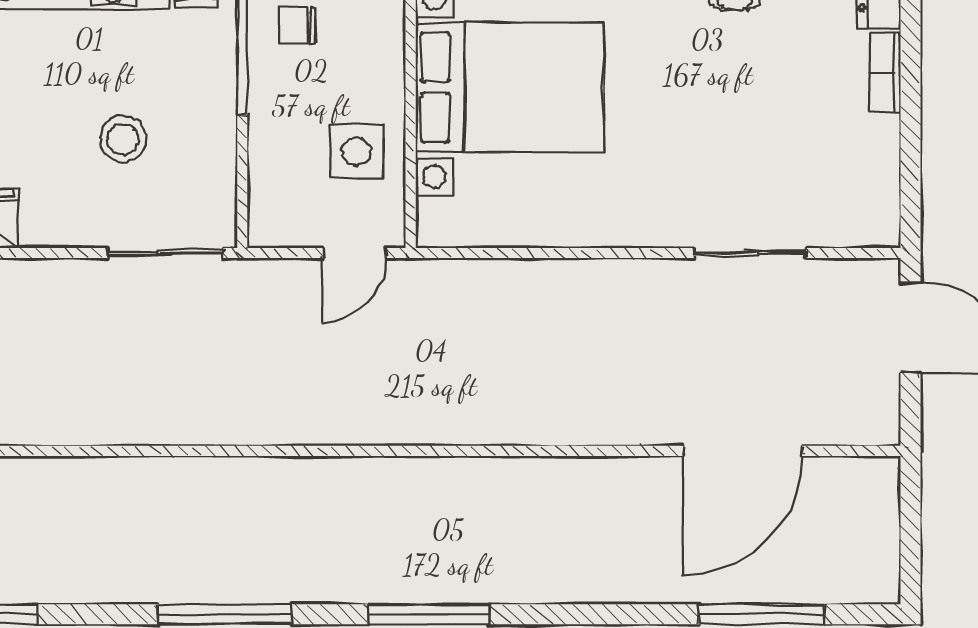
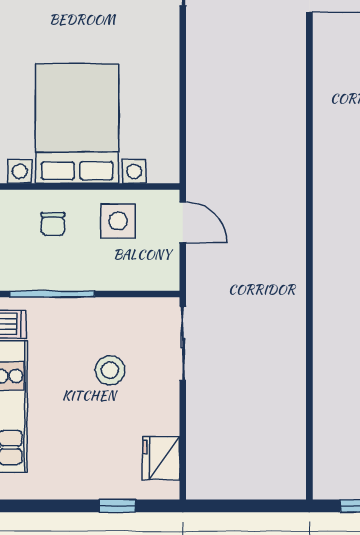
chair: (298, 26) -> (53, 224), moved

